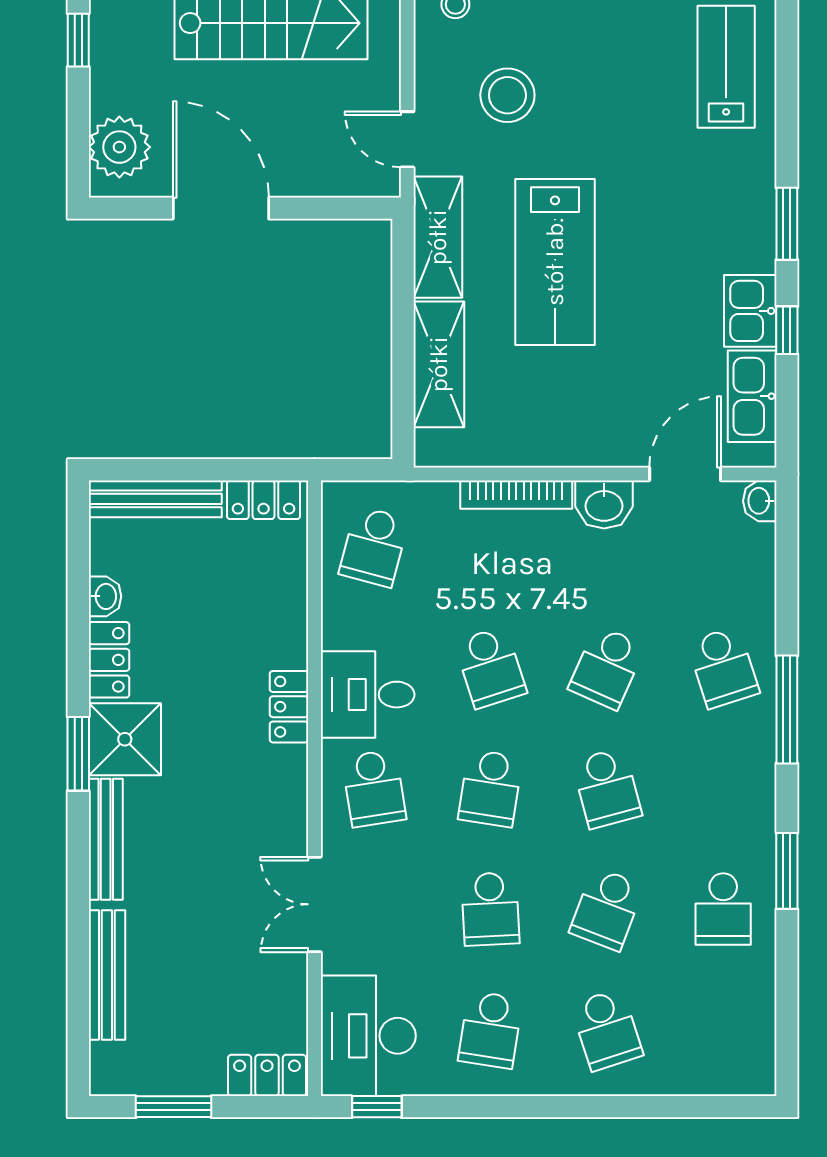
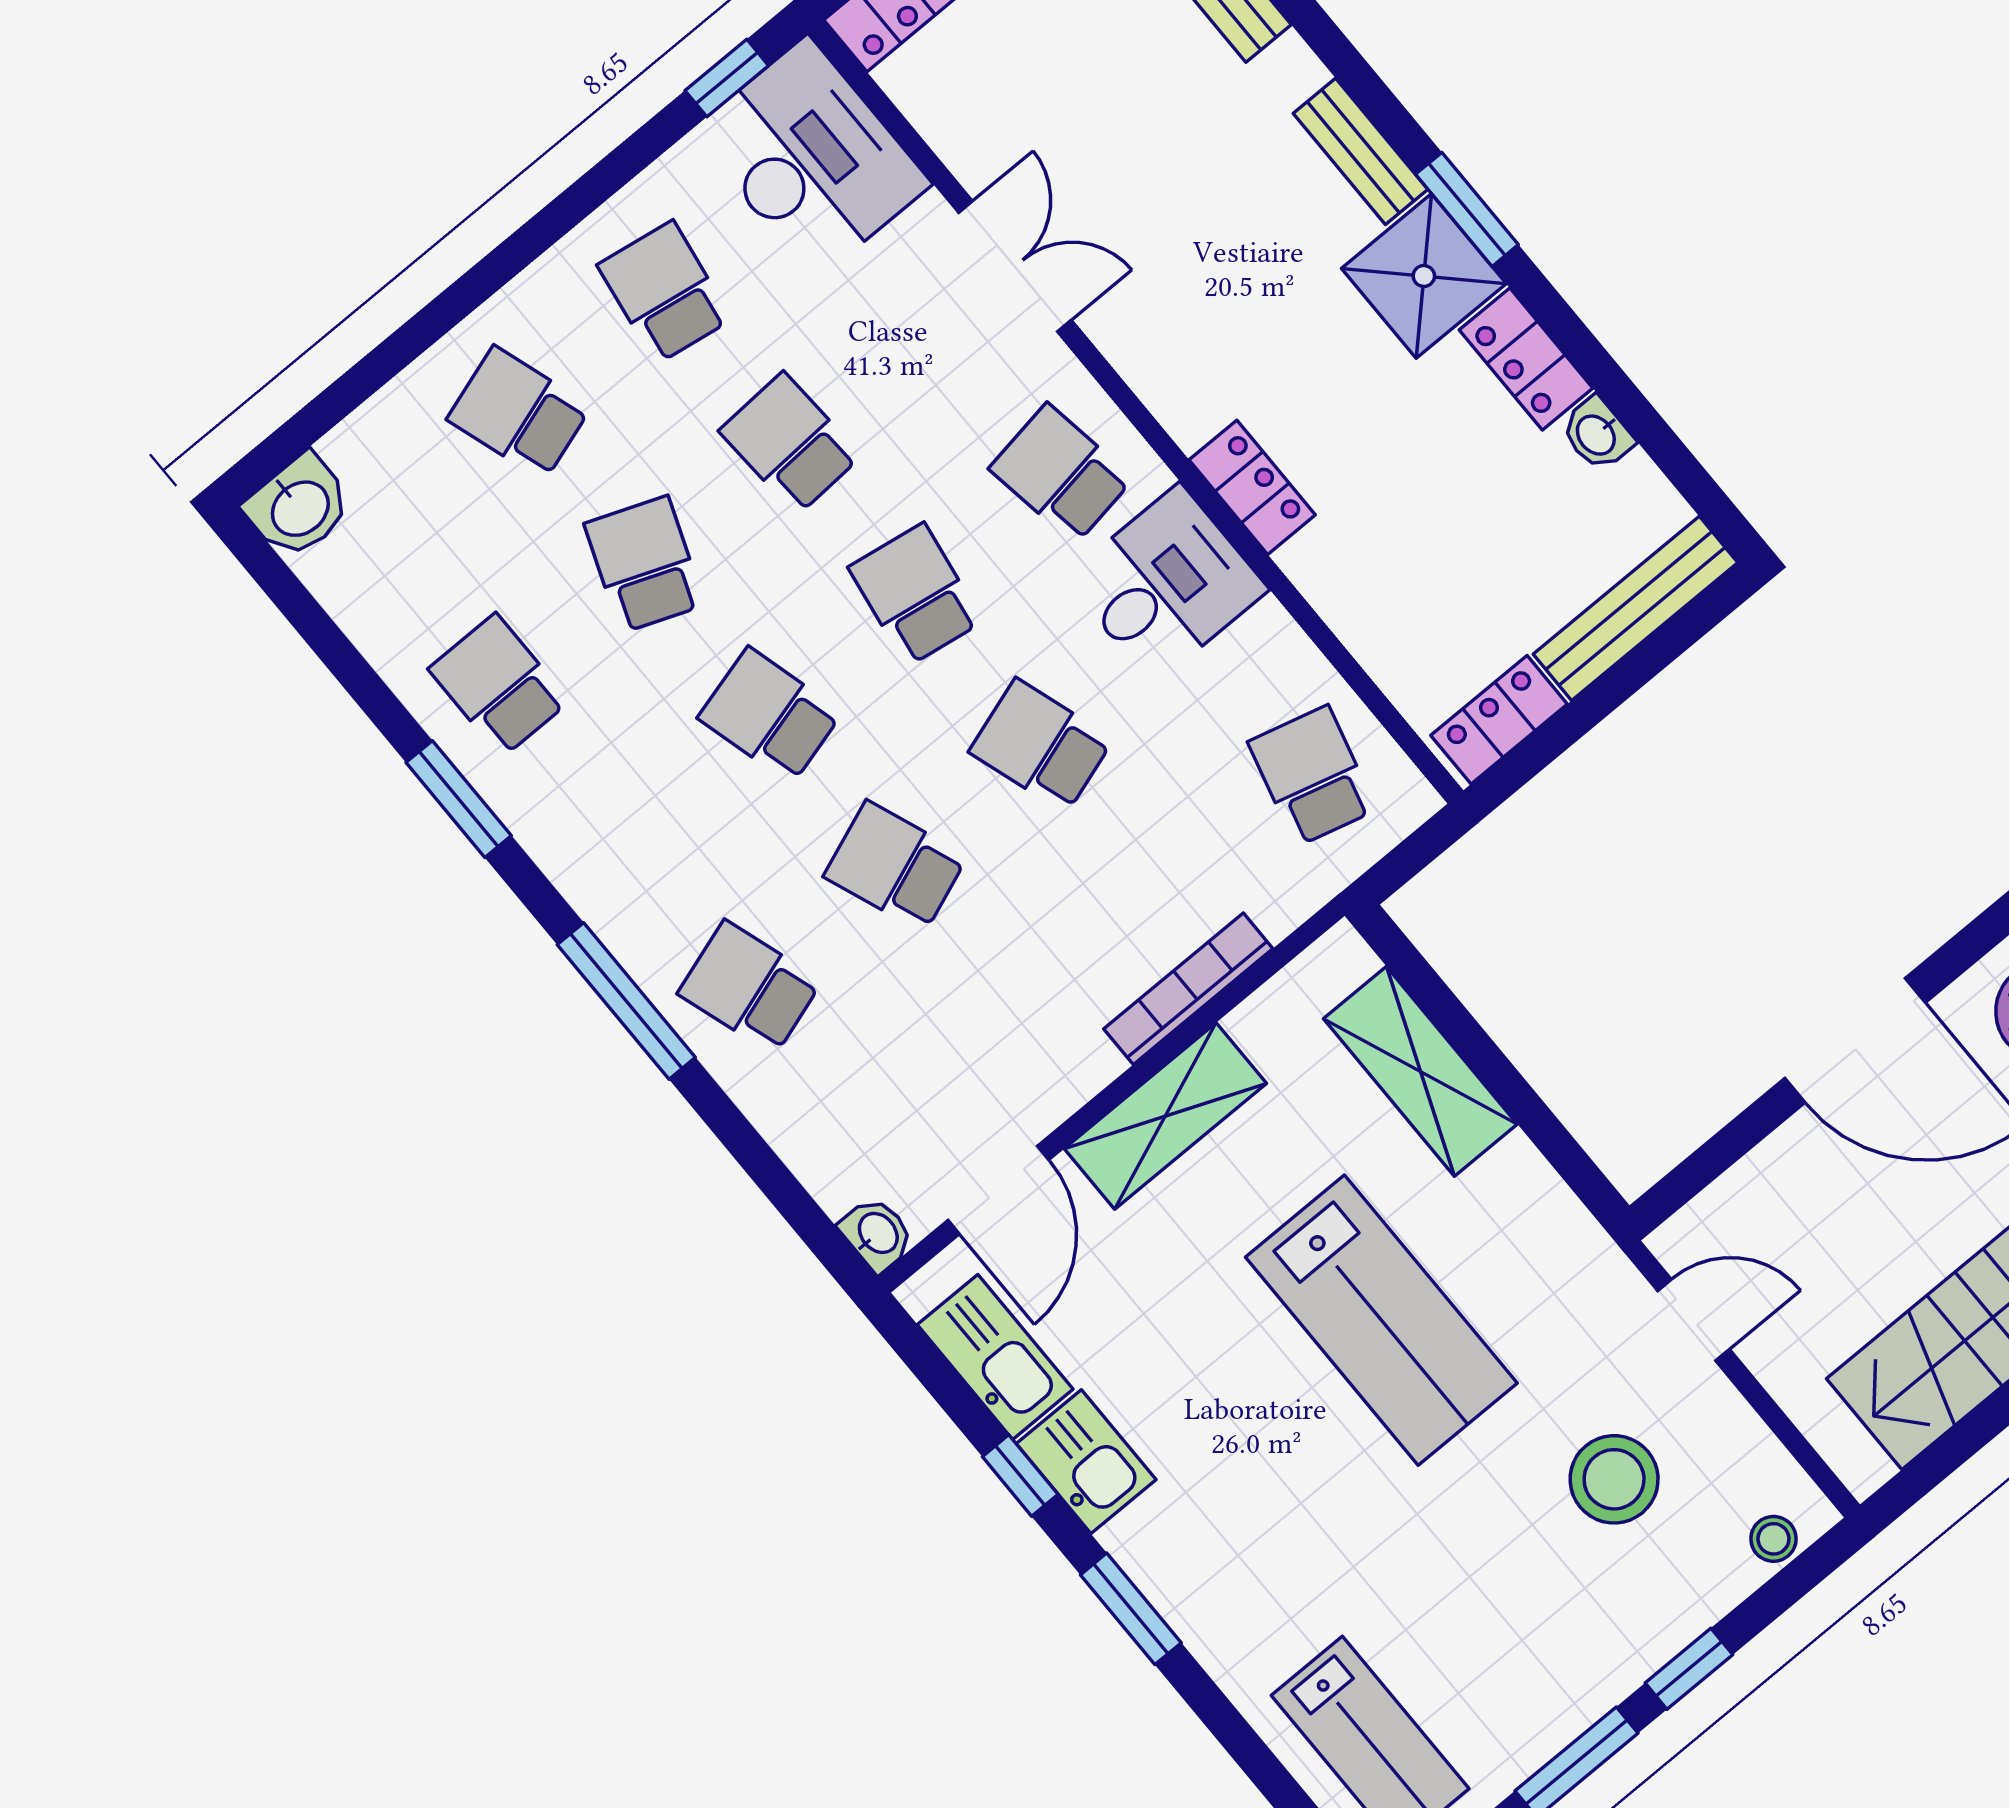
shelving: (438, 237) -> (1165, 1116), moved, turned 90
lab bench: (555, 262) -> (1381, 1320), turned 180
washbasin: (604, 505) -> (299, 507), moved, turned 180
school desk: (607, 667) -> (895, 867), turned -45
bench: (106, 839) -> (1361, 151), width x0.73

